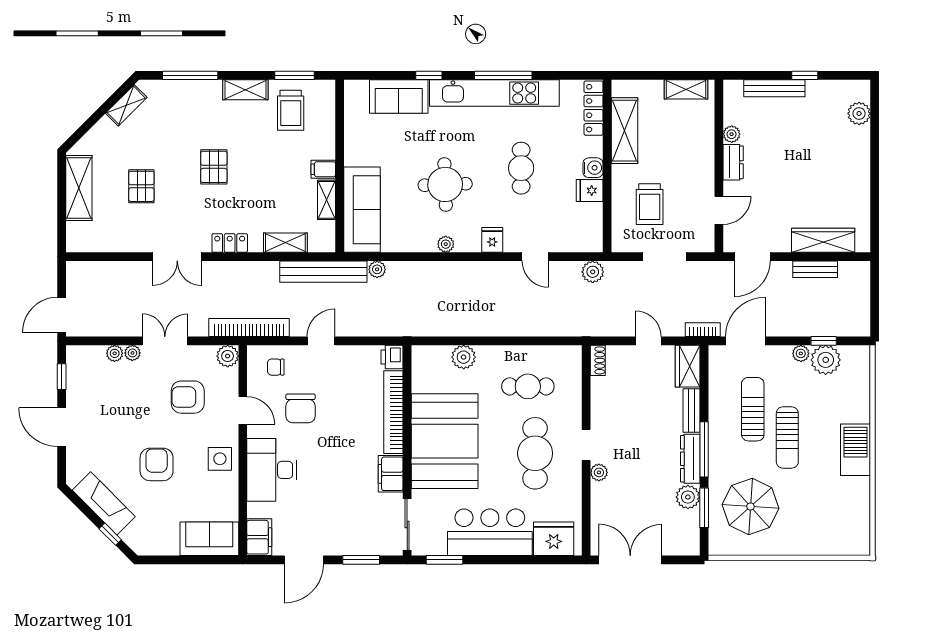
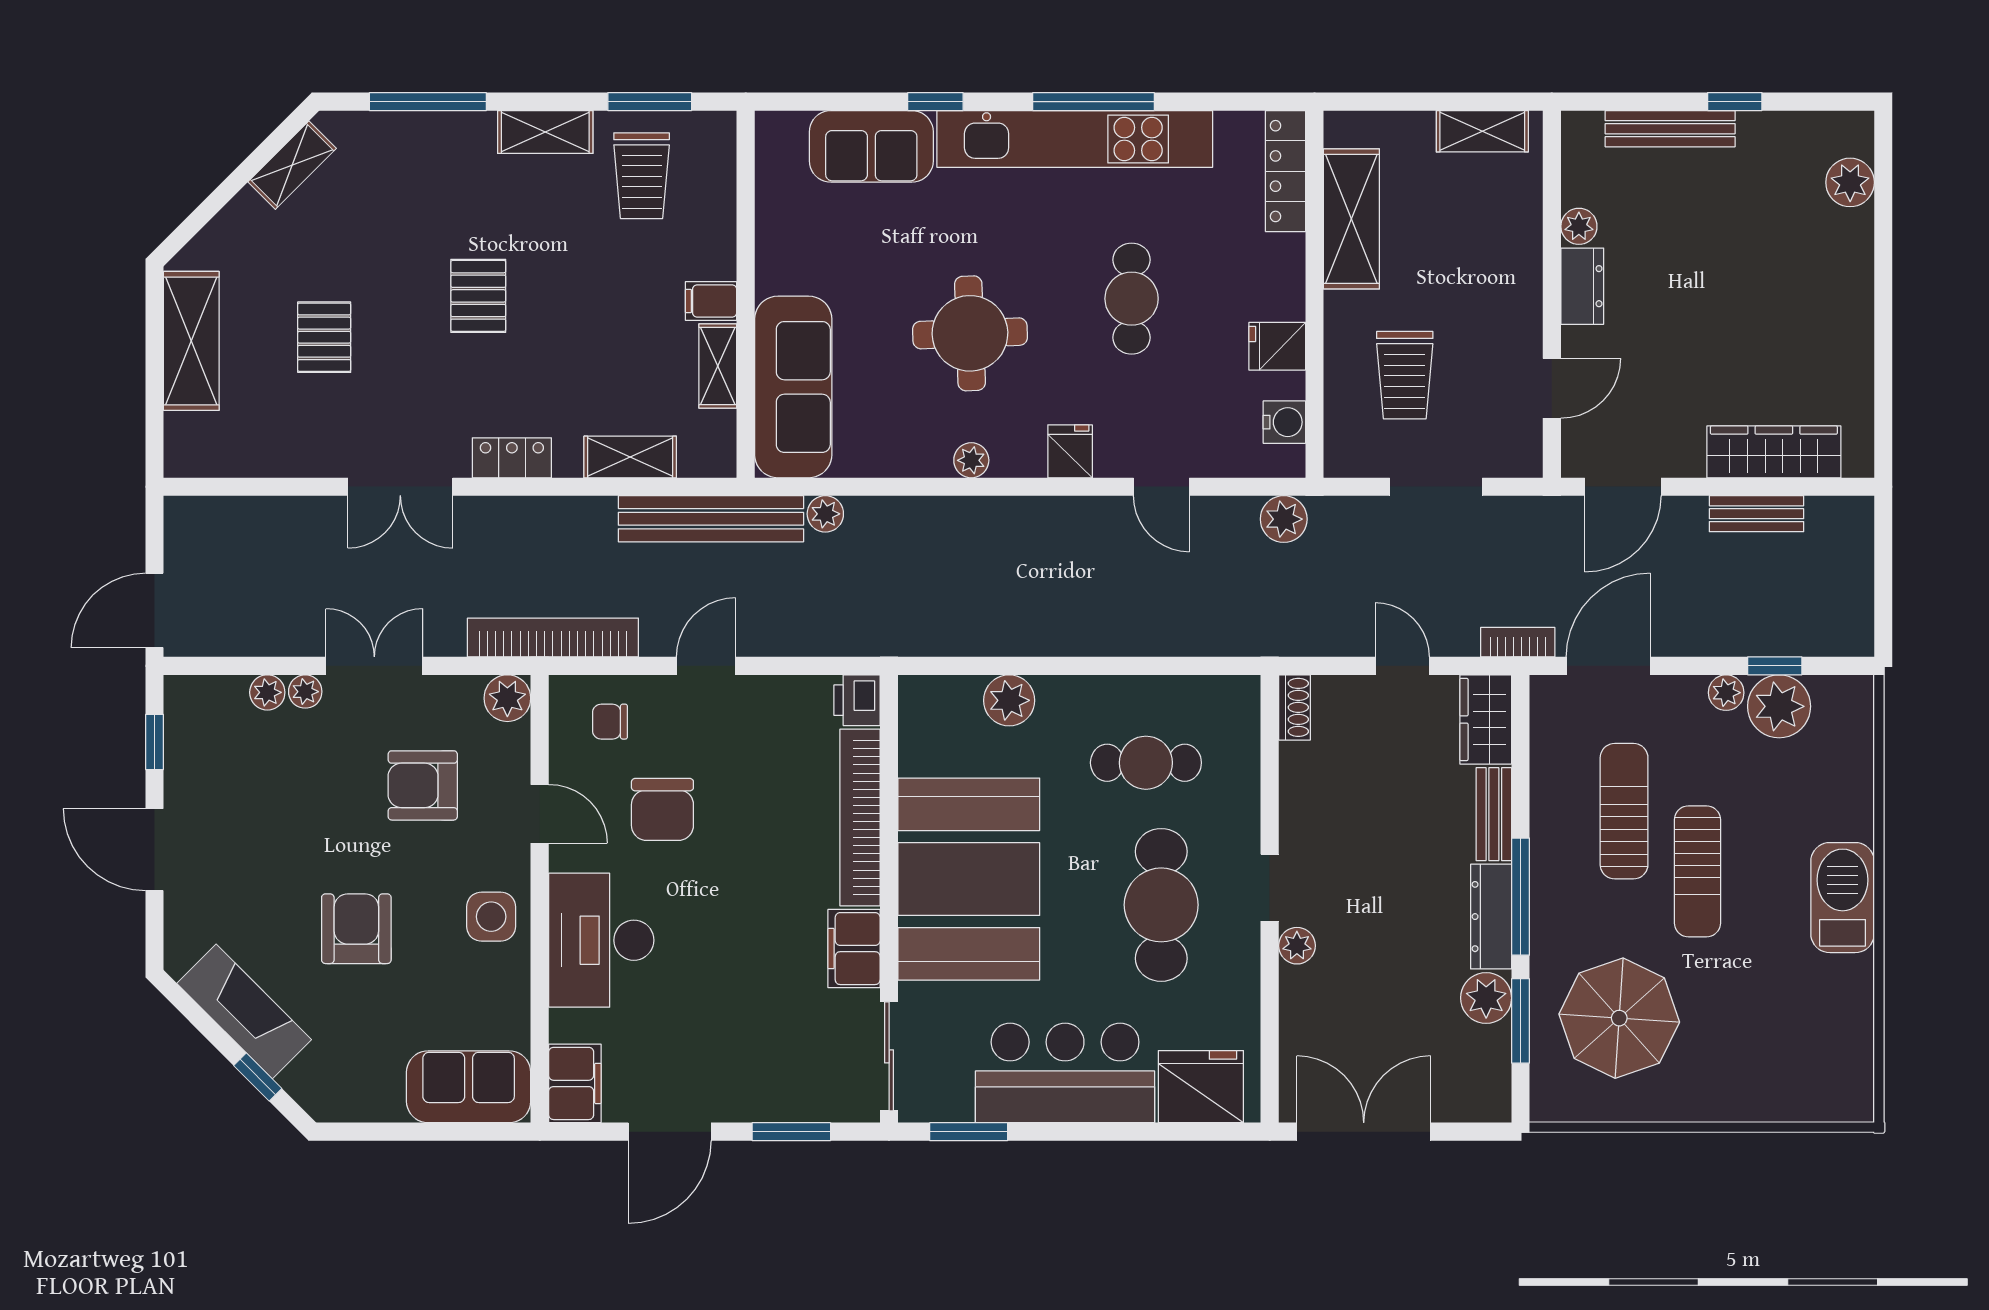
water cooler: (593, 168) -> (1284, 422), moved

